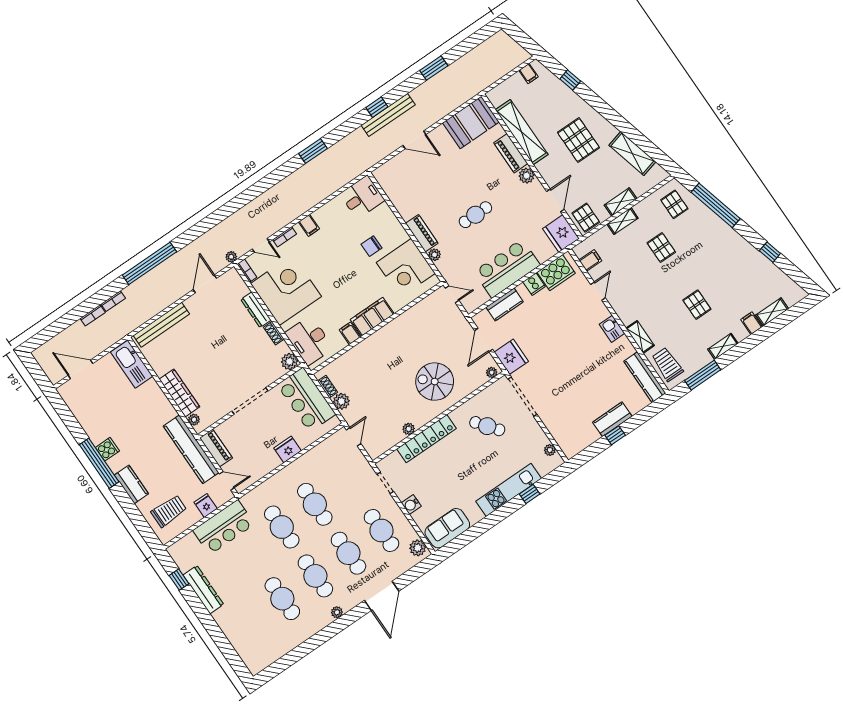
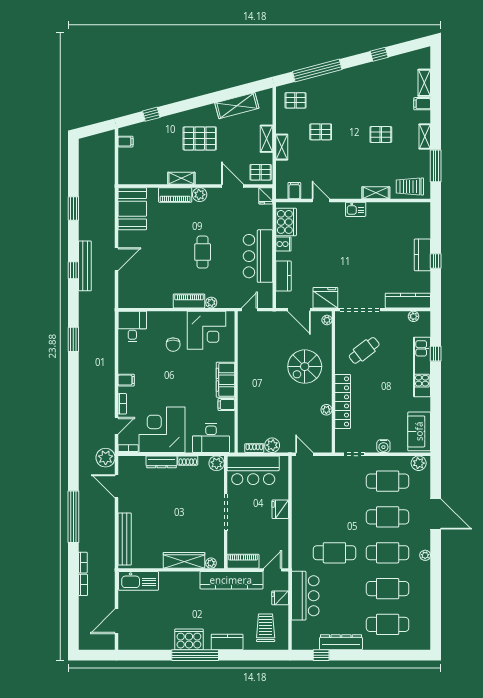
shelving: (522, 132) -> (181, 178), width x0.45, depth x0.75
fridge: (561, 234) -> (266, 196), width x0.53, depth x0.75
plant: (231, 257) -> (106, 458), width x1.88, depth x1.88
kitchen counter: (645, 377) -> (408, 301), moved, turned 180
cooker: (107, 449) -> (189, 639), width x1.87, depth x1.31
cafe table: (315, 504) -> (388, 624), moved

